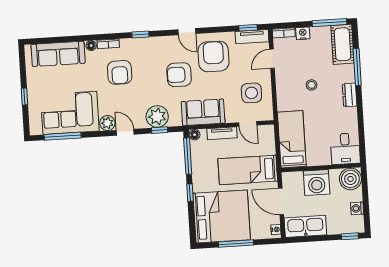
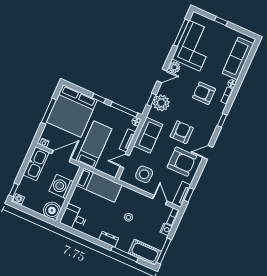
washing machine: (357, 208) -> (18, 199), moved

